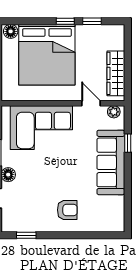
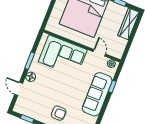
wardrobe: (116, 73) -> (129, 24), moved

